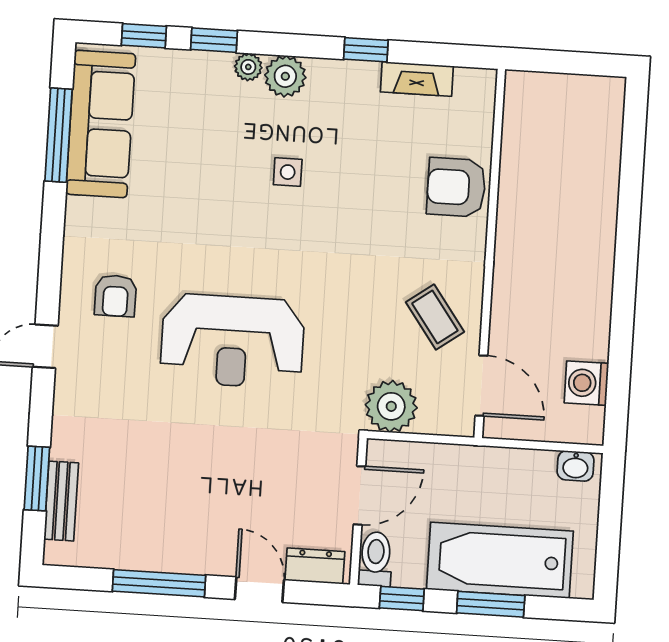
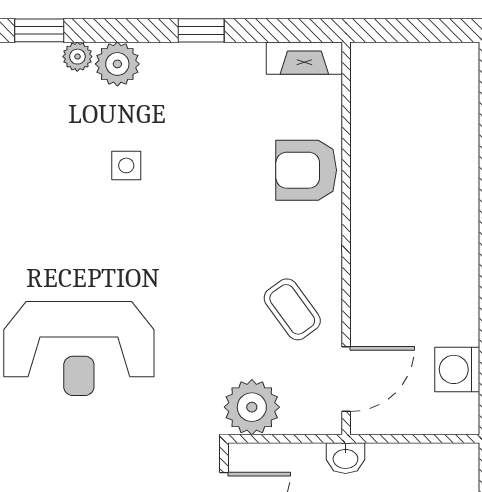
fireplace: (417, 79) -> (304, 58), moved
door: (481, 386) -> (346, 379), hinge flipped
washbasin: (575, 466) -> (345, 458), moved

